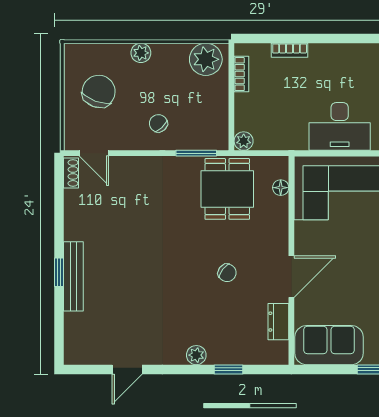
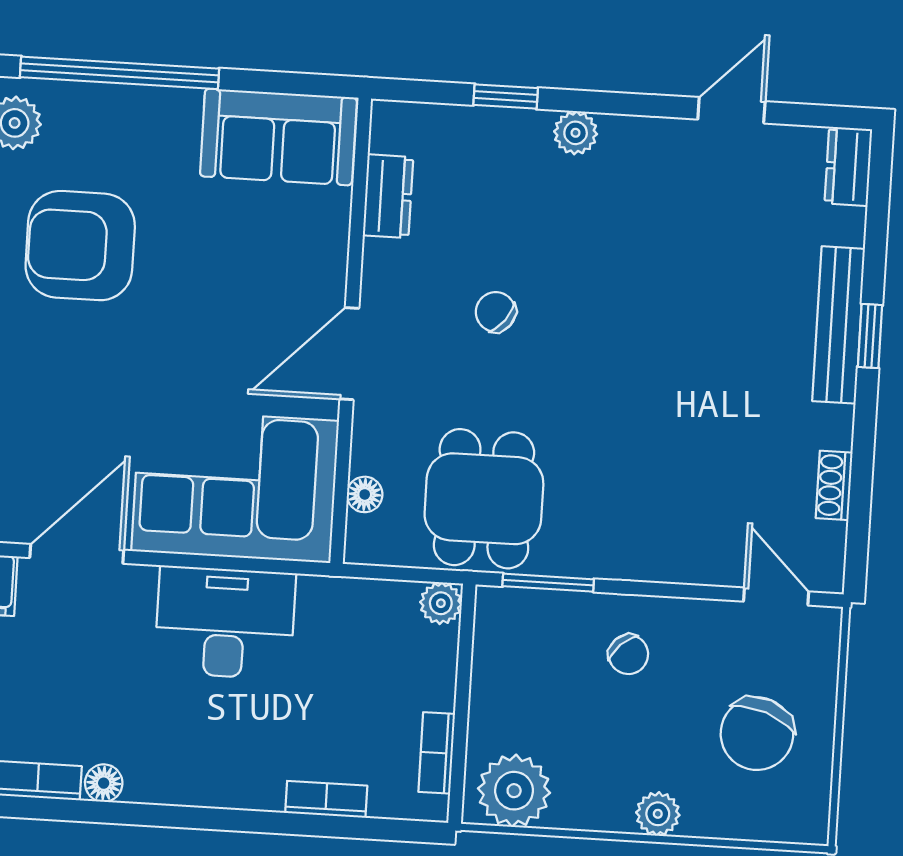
shoe rack: (71, 173) -> (834, 485), moved
door: (291, 277) -> (349, 354), moved
dresser: (73, 348) -> (848, 166), added

